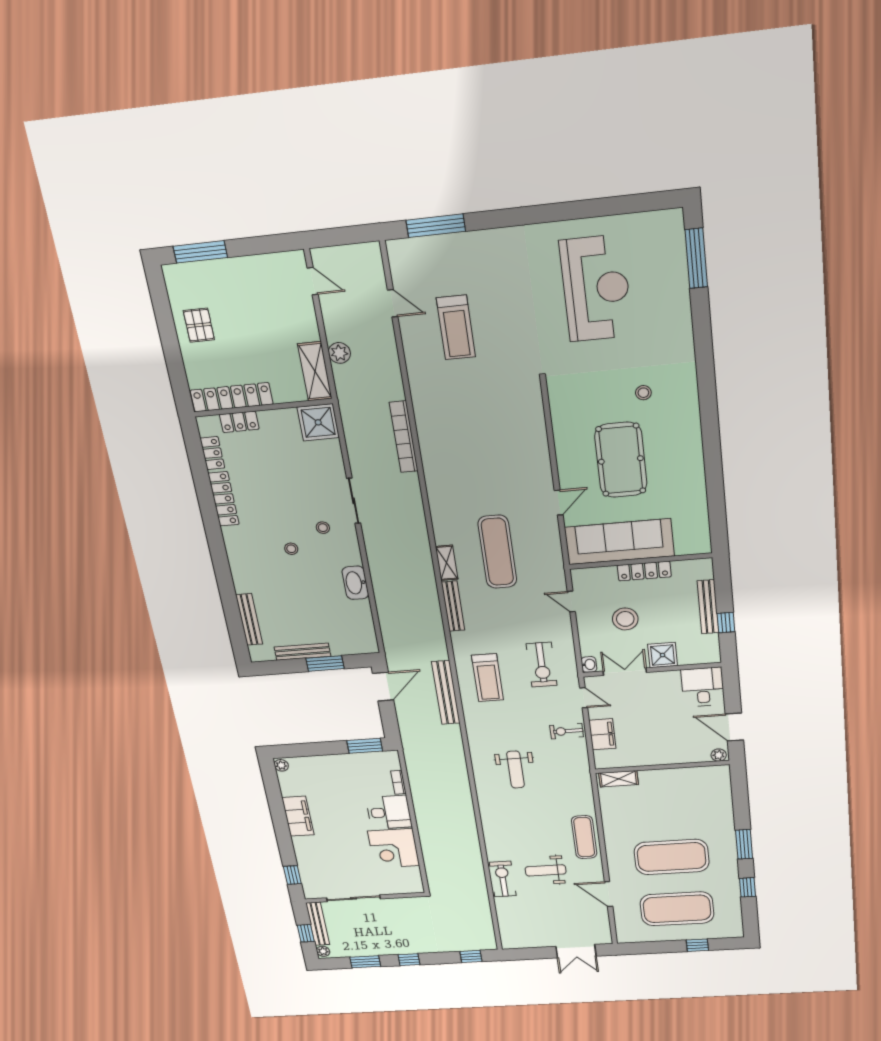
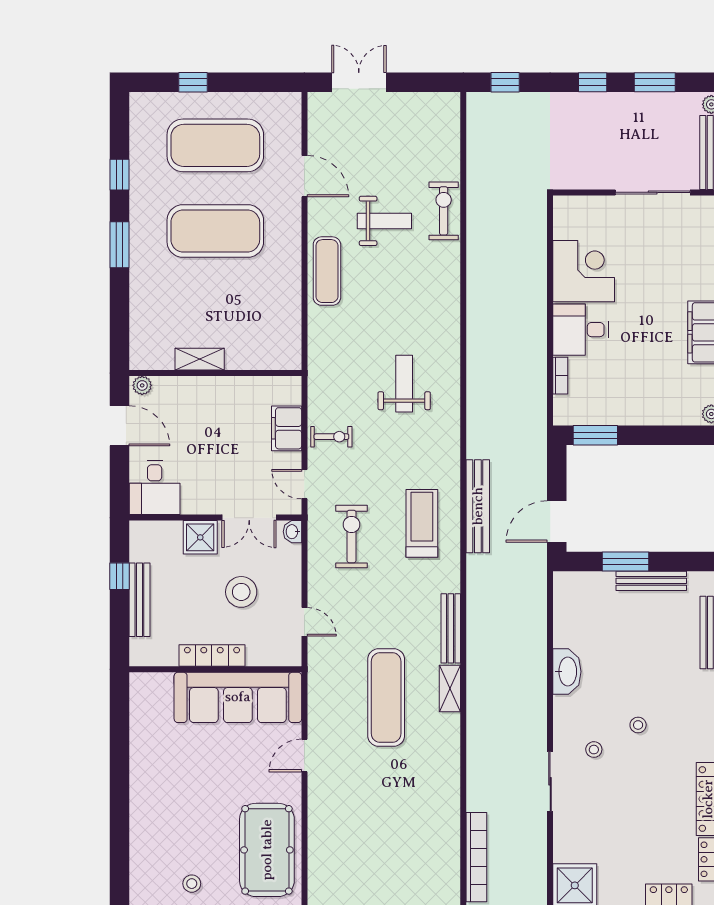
pool table: (621, 460) -> (267, 850), moved
shelving: (619, 779) -> (200, 359), moved
exercise bike: (503, 879) -> (444, 211), turned 180

